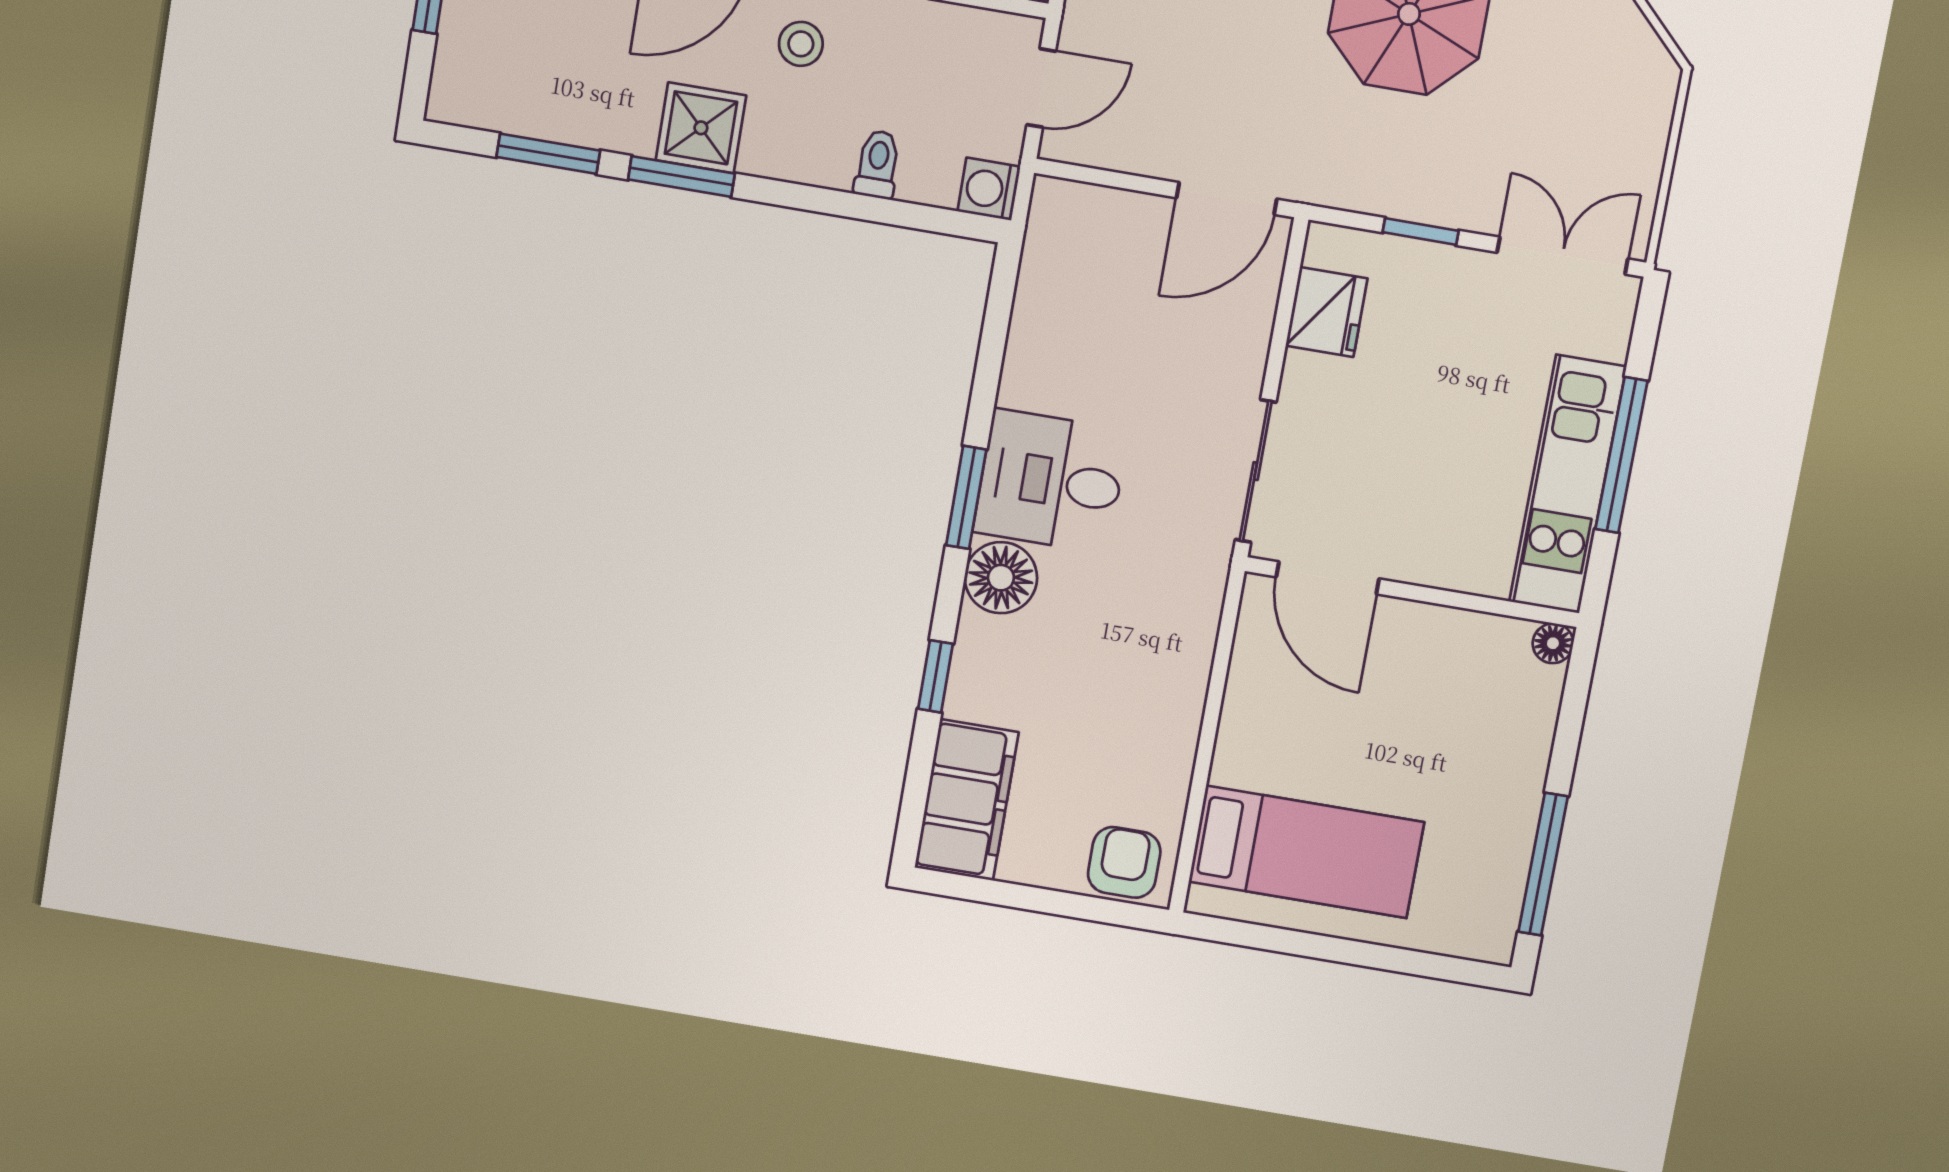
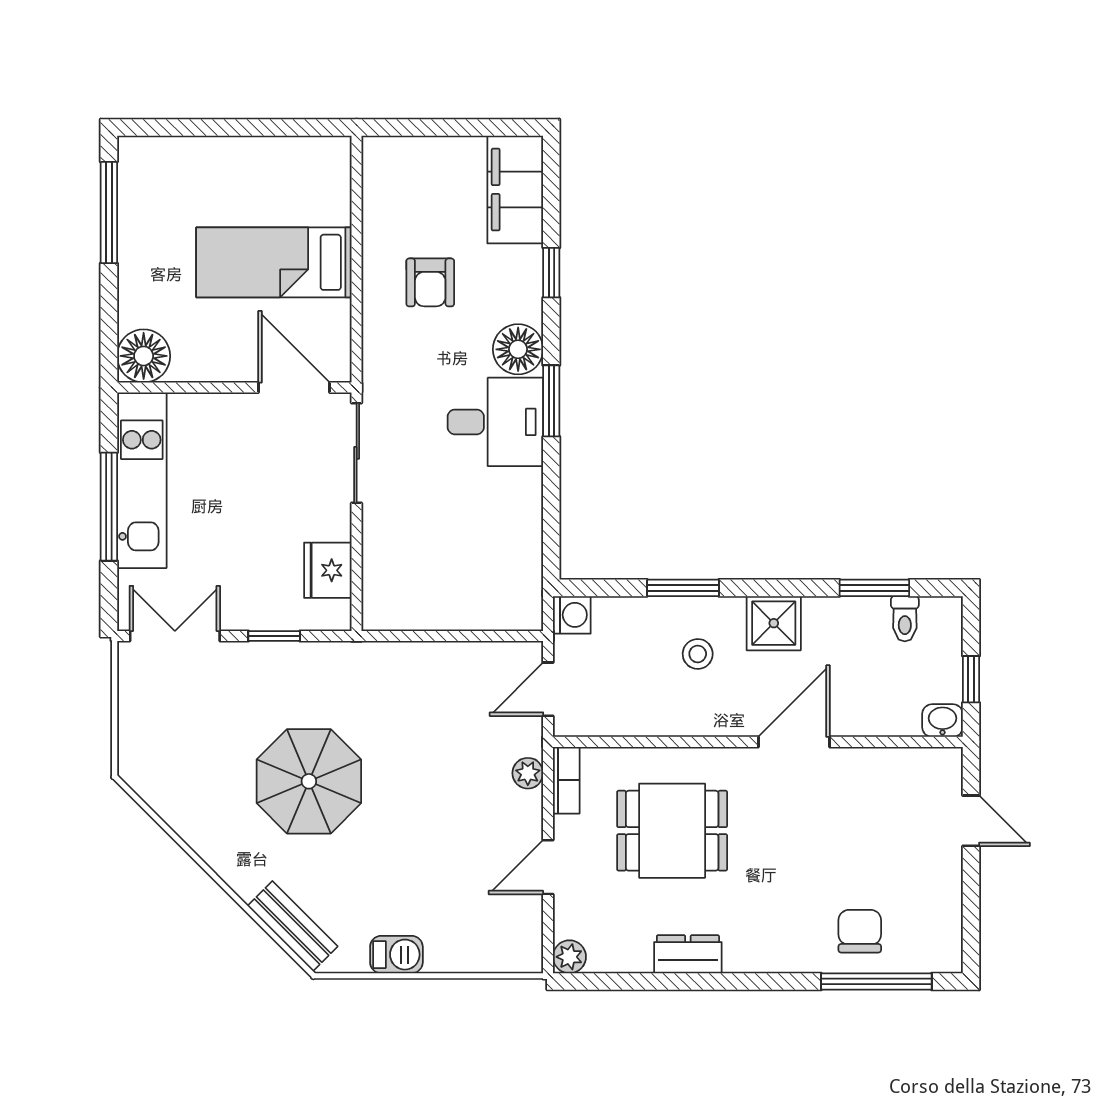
stool: (801, 44) -> (698, 654), moved
toilet: (877, 164) -> (905, 619), moved
window: (681, 176) -> (683, 588), moved
door: (1227, 198) -> (409, 636), removed
double door: (1562, 256) -> (175, 636), swing flipped
floor lamp: (1553, 643) -> (144, 356), width x1.89, depth x1.89
bed: (1306, 852) -> (274, 262), moved
armchair: (1124, 862) -> (430, 282), moved

